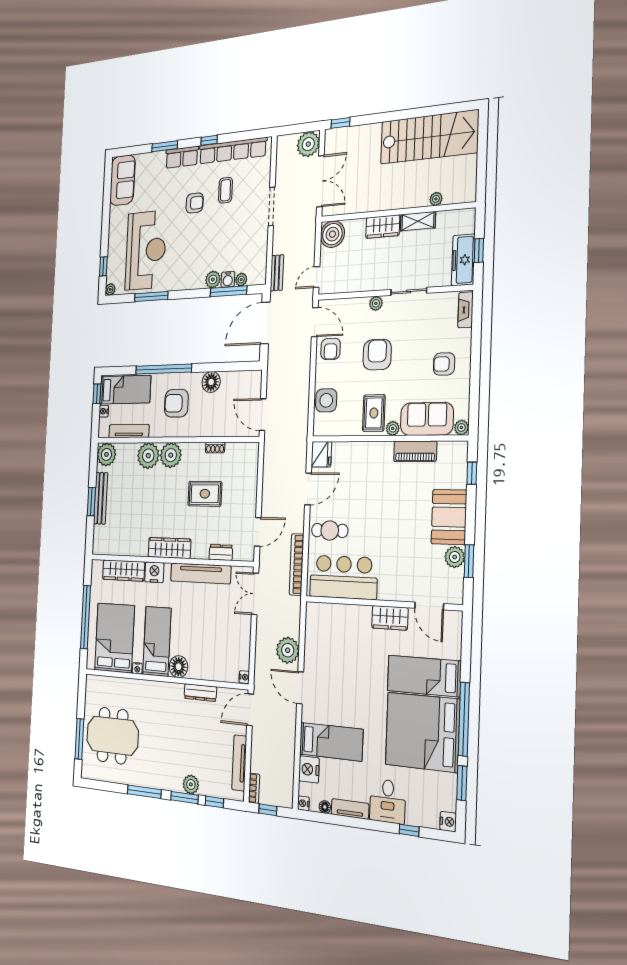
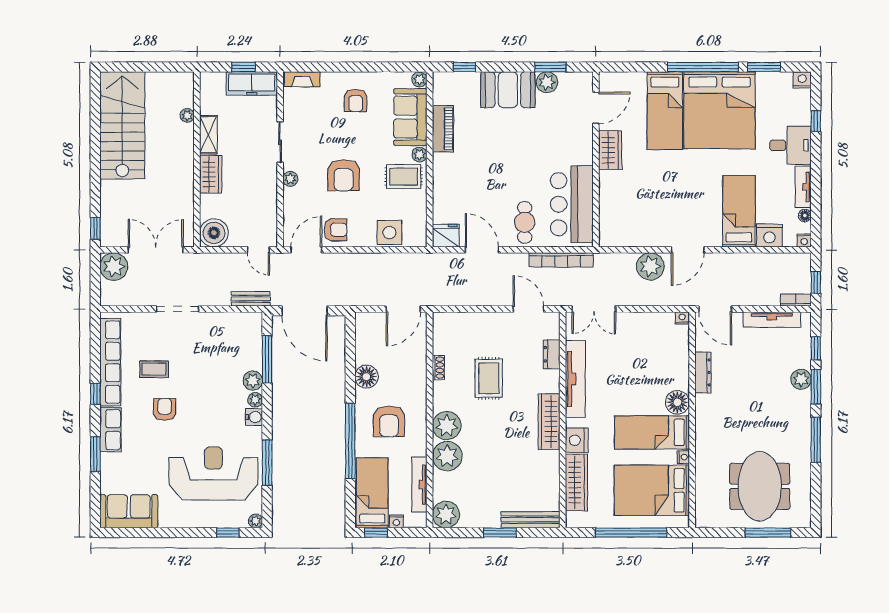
water cooler: (228, 279) -> (254, 417), moved
plant: (241, 280) -> (255, 400), moved
armchair: (377, 355) -> (344, 175), turned -90
bench: (101, 498) -> (531, 520), moved

